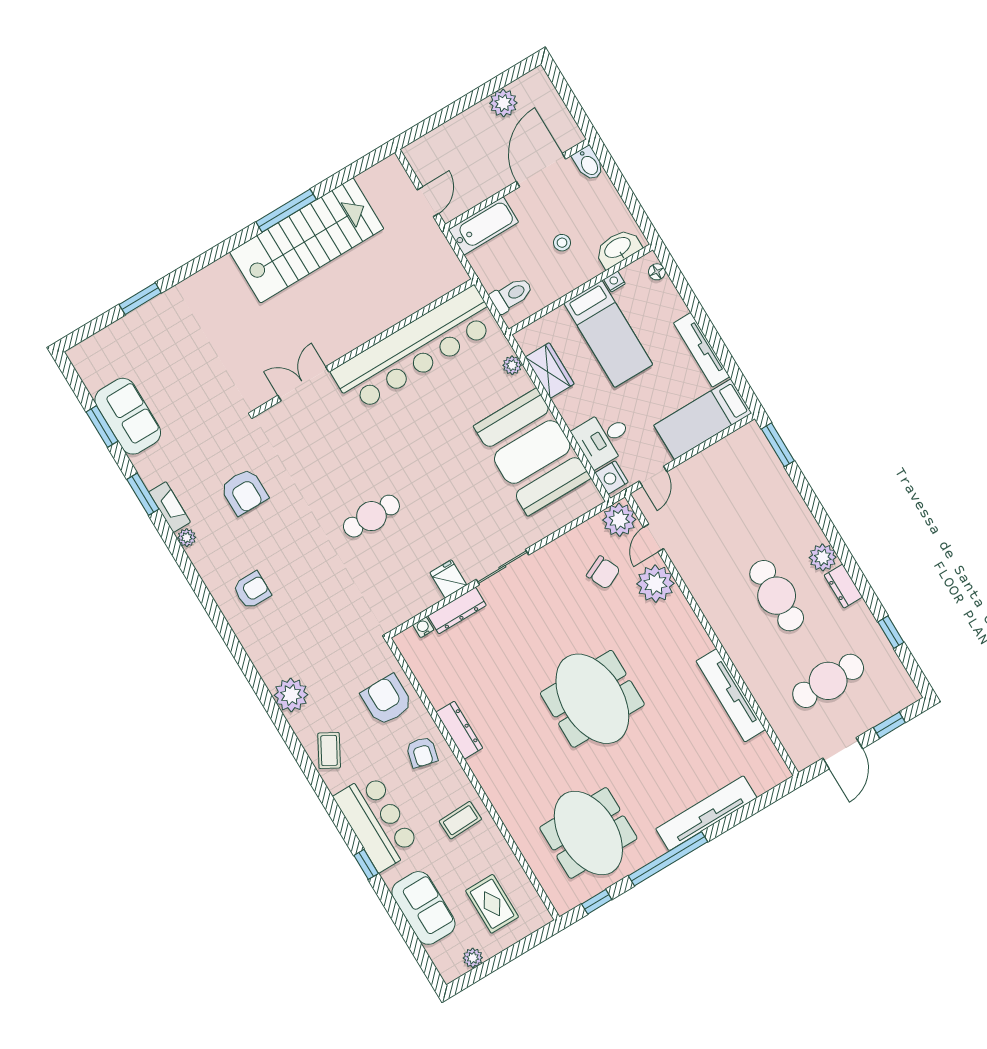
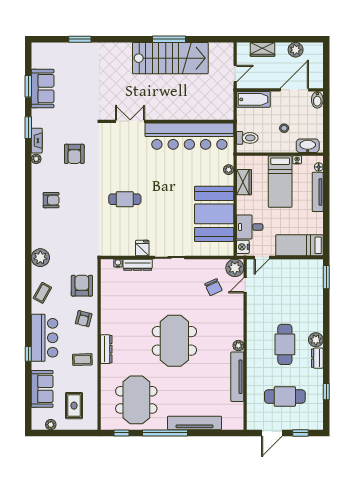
wardrobe: (449, 135) -> (263, 49), added
tv unit: (702, 350) -> (318, 192), moved
plant: (655, 584) -> (238, 346), moved, width x0.53, depth x0.53
dresser: (459, 730) -> (106, 349), moved

